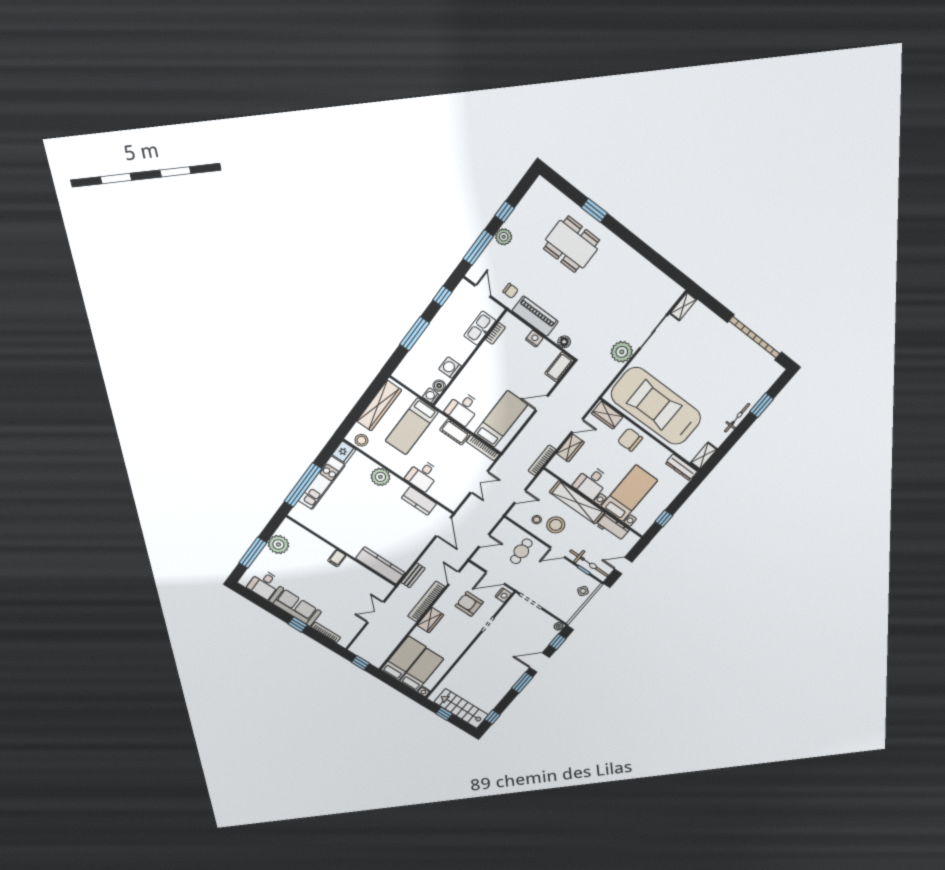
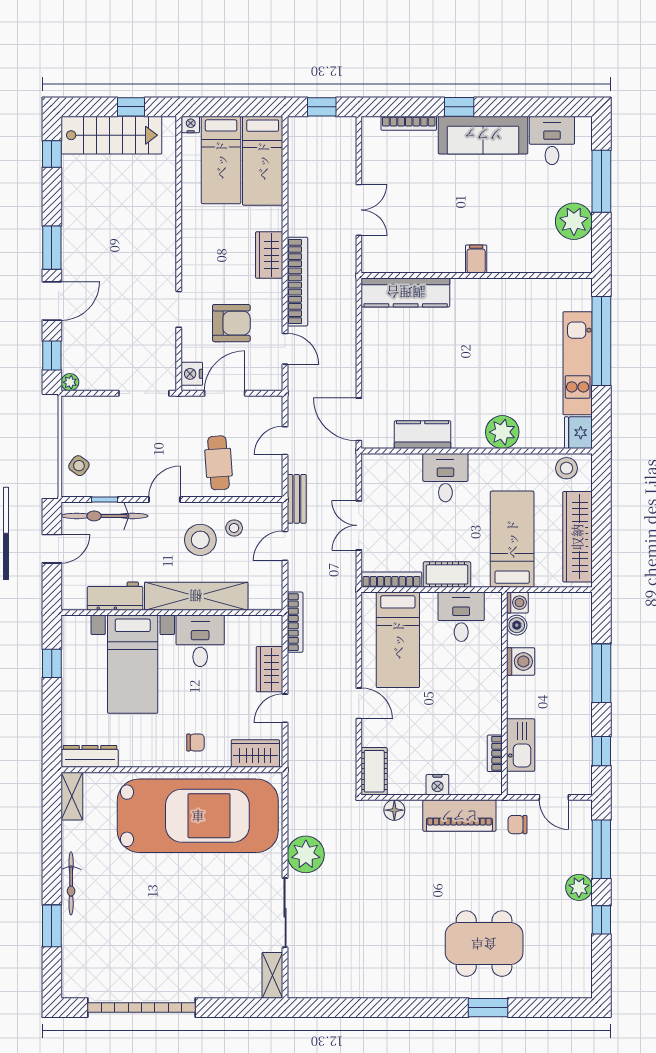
door: (542, 403) -> (359, 703), hinge flipped
chair: (630, 440) -> (195, 742), width x0.54, depth x0.54
bench: (413, 575) -> (297, 499), moved

